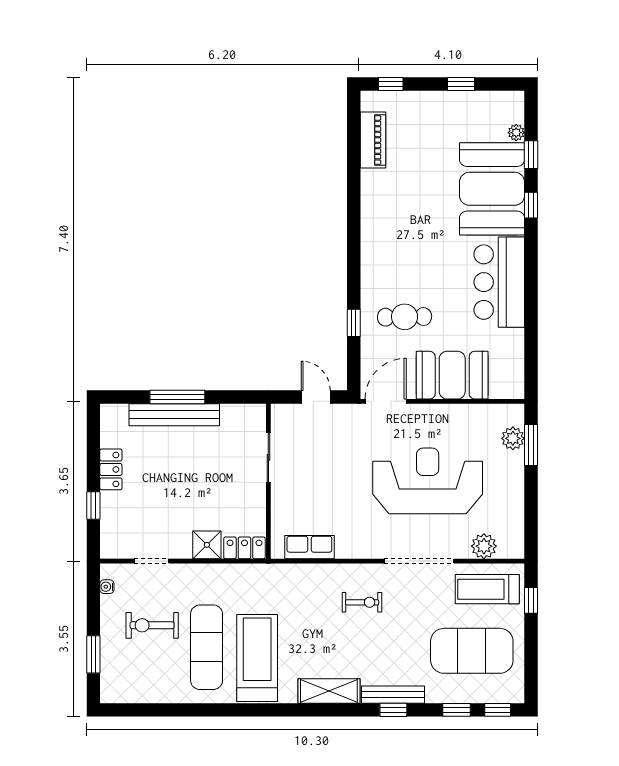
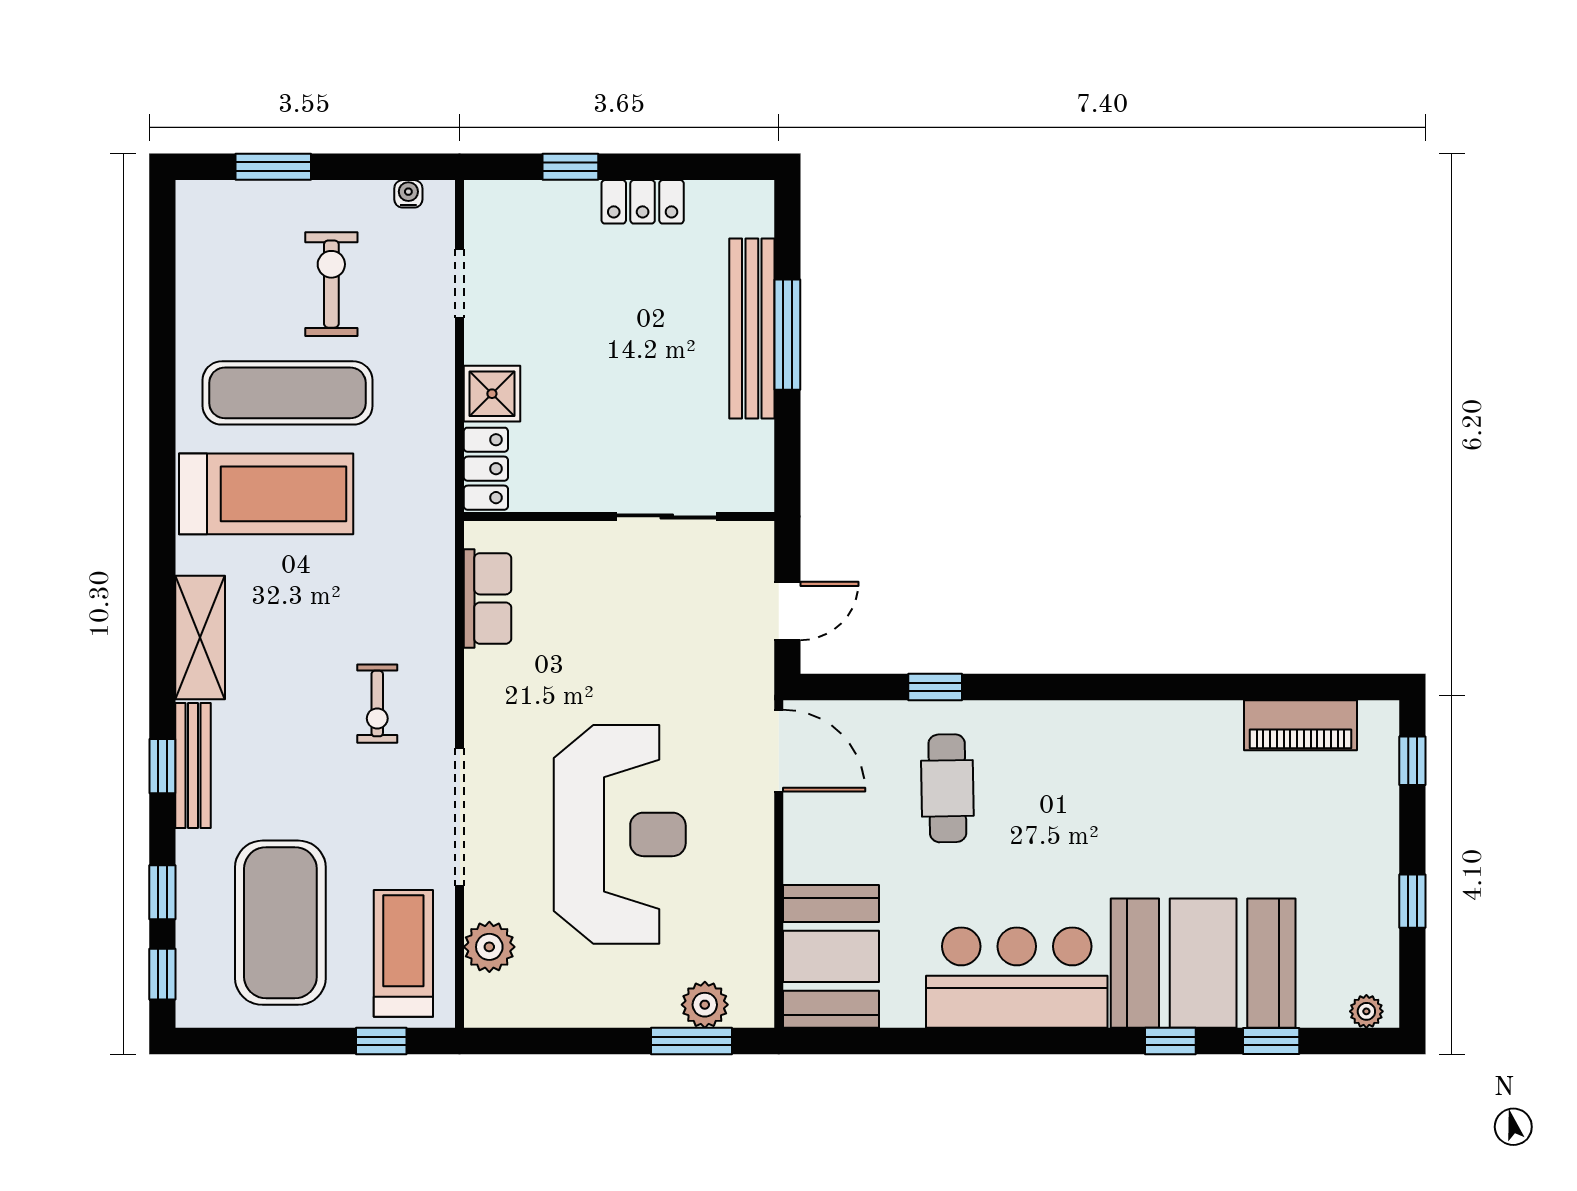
plant: (516, 133) -> (1366, 1011), moved
booth: (452, 375) -> (831, 956), moved

